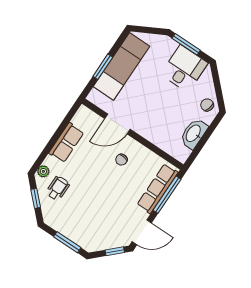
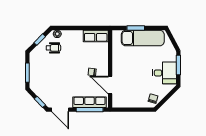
door: (117, 124) -> (110, 85), moved
washbasin: (194, 134) -> (133, 102), removed
row of seats: (66, 143) -> (96, 36), moved

